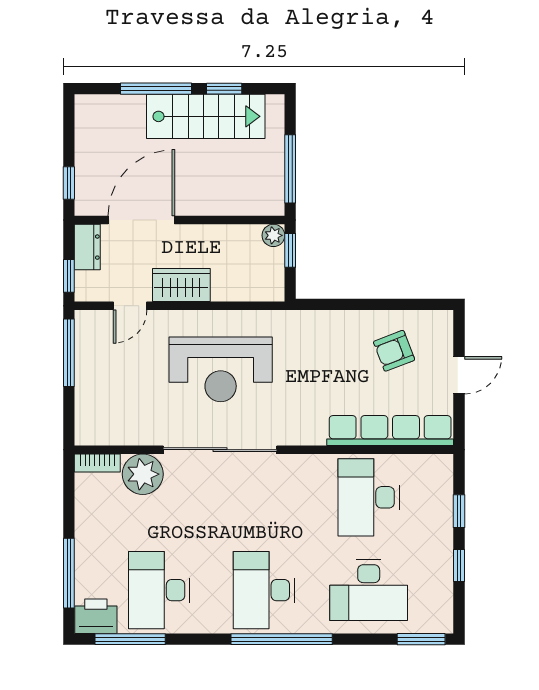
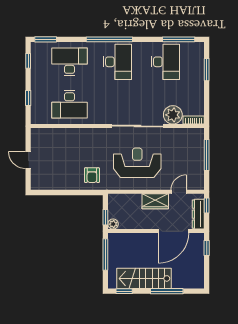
window: (224, 89) -> (124, 291), moved
dresser: (87, 247) -> (198, 214), width x1.44
armchair: (394, 351) -> (92, 175), moved, turned 111
window: (69, 353) -> (207, 155), moved
door: (459, 375) -> (28, 160), hinge flipped
row of seats: (390, 430) -> (60, 135), removed
desk: (369, 497) -> (70, 104), turned 90
window: (459, 565) -> (28, 61), moved
window: (69, 573) -> (207, 70), width x0.69
printer: (96, 616) -> (194, 50), removed

